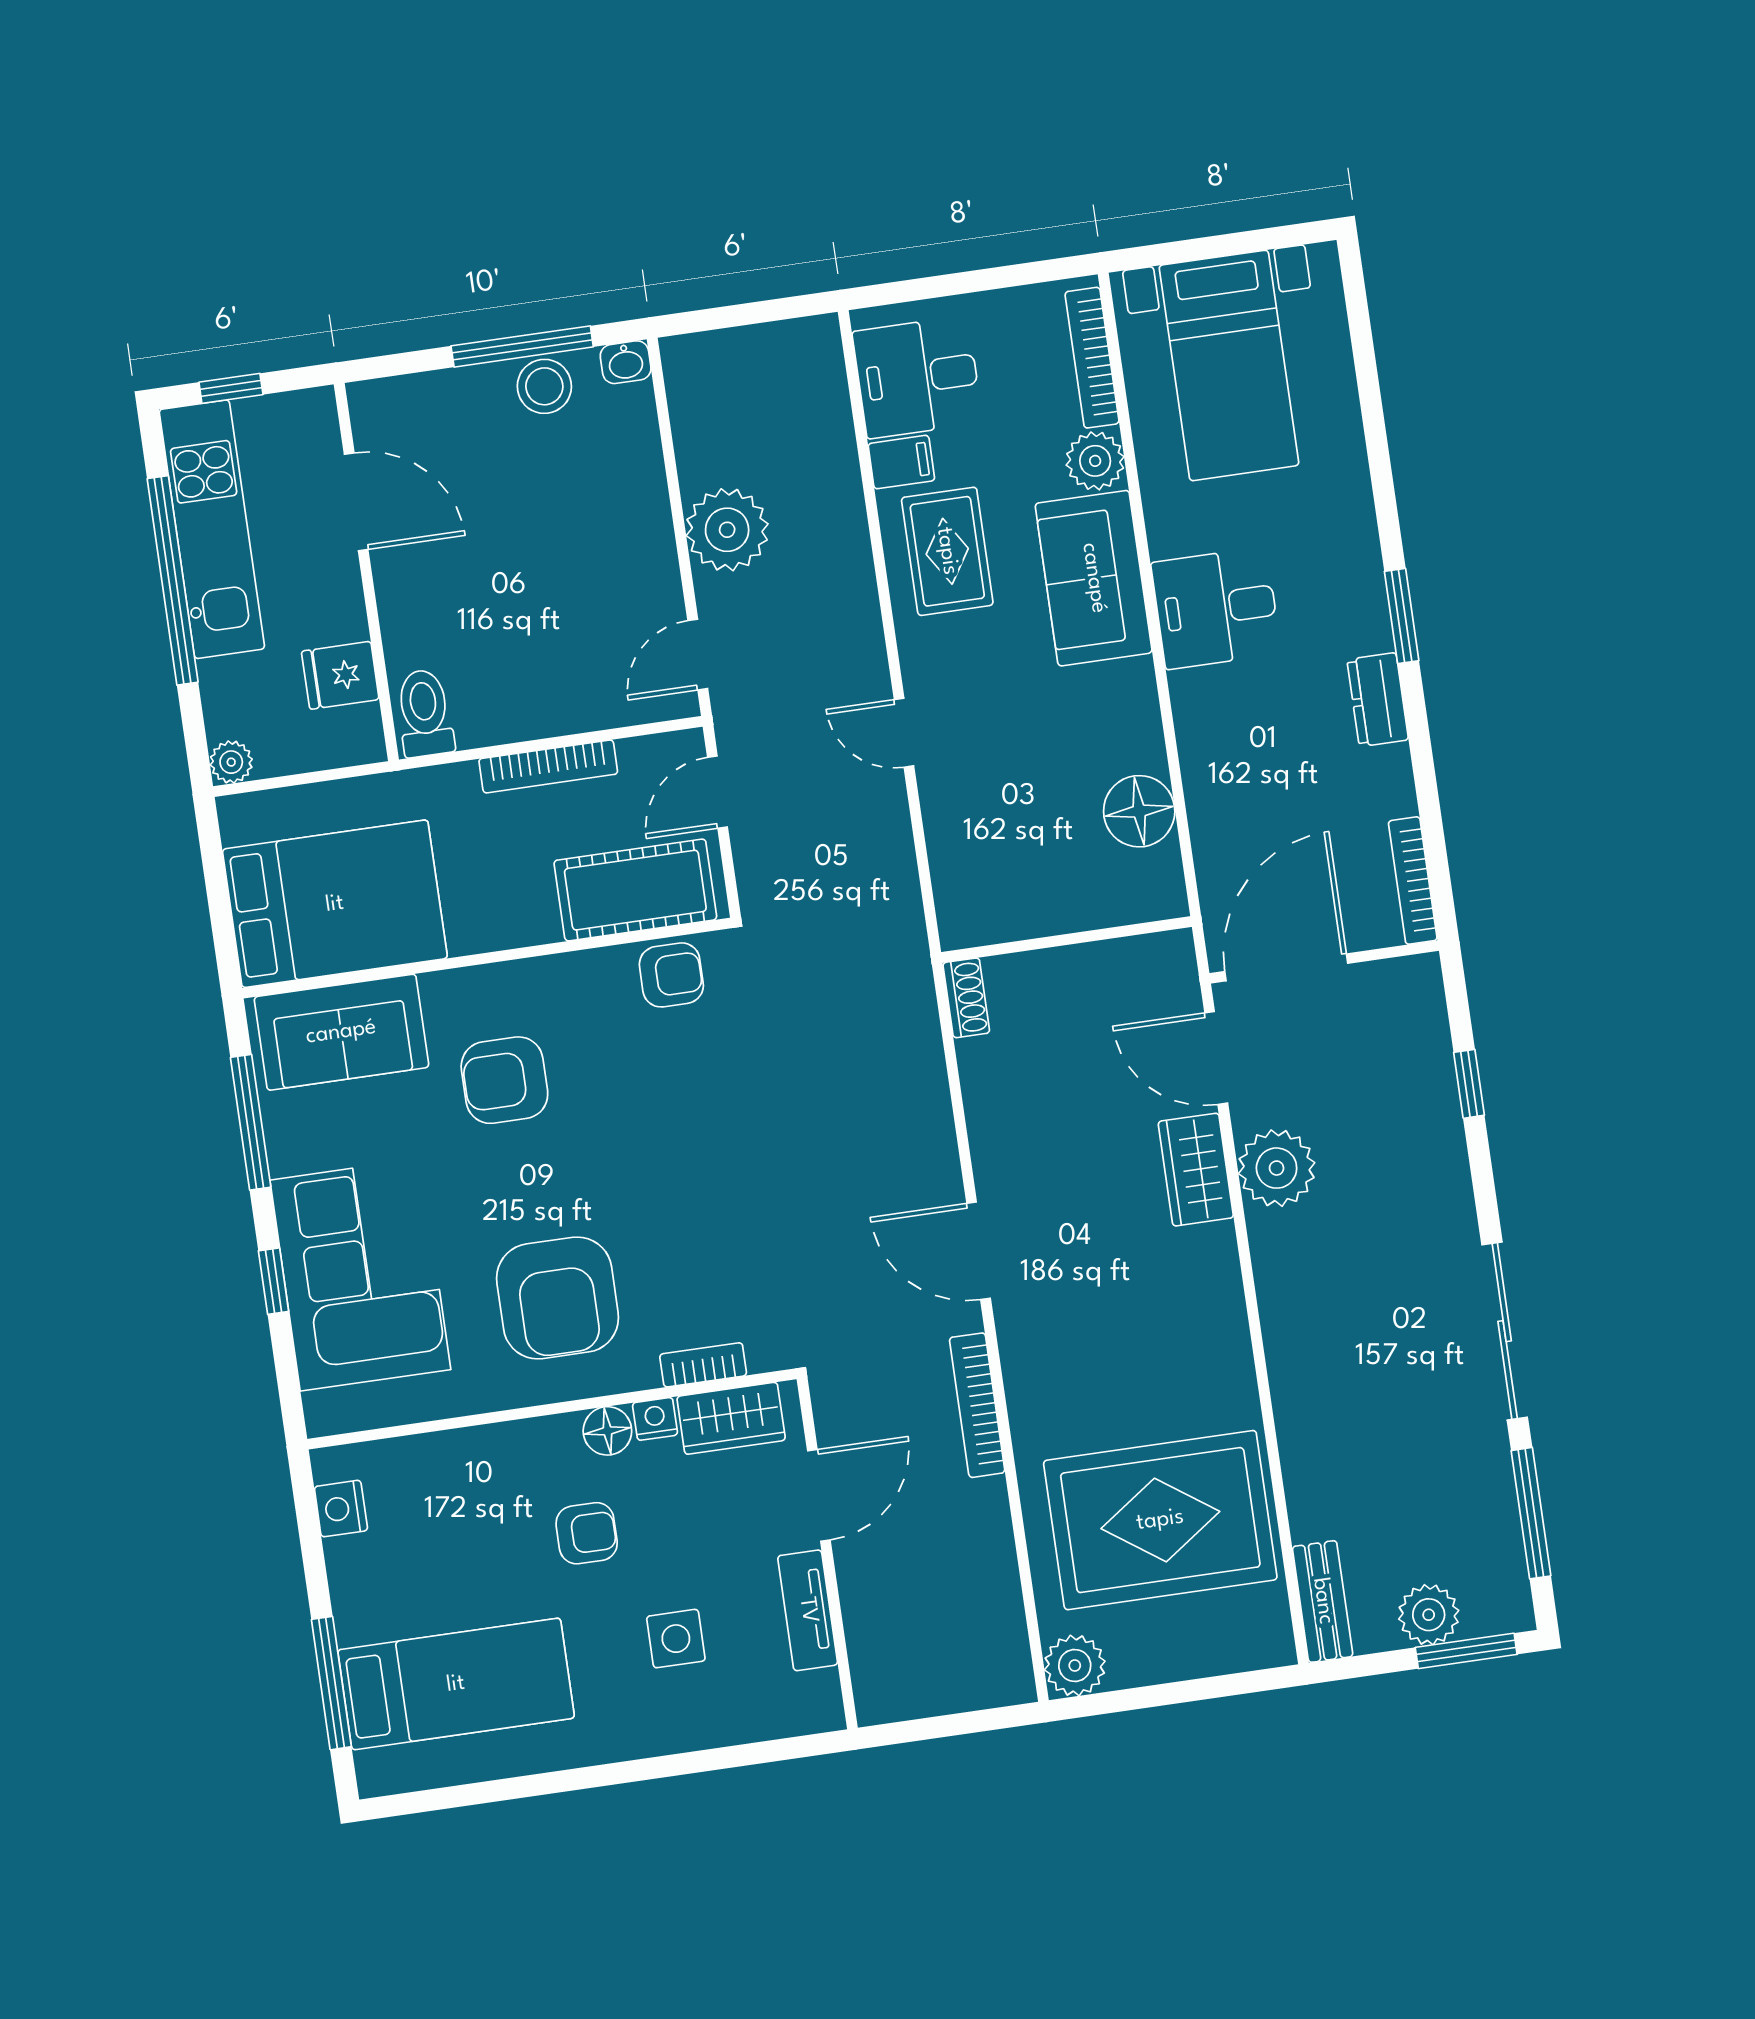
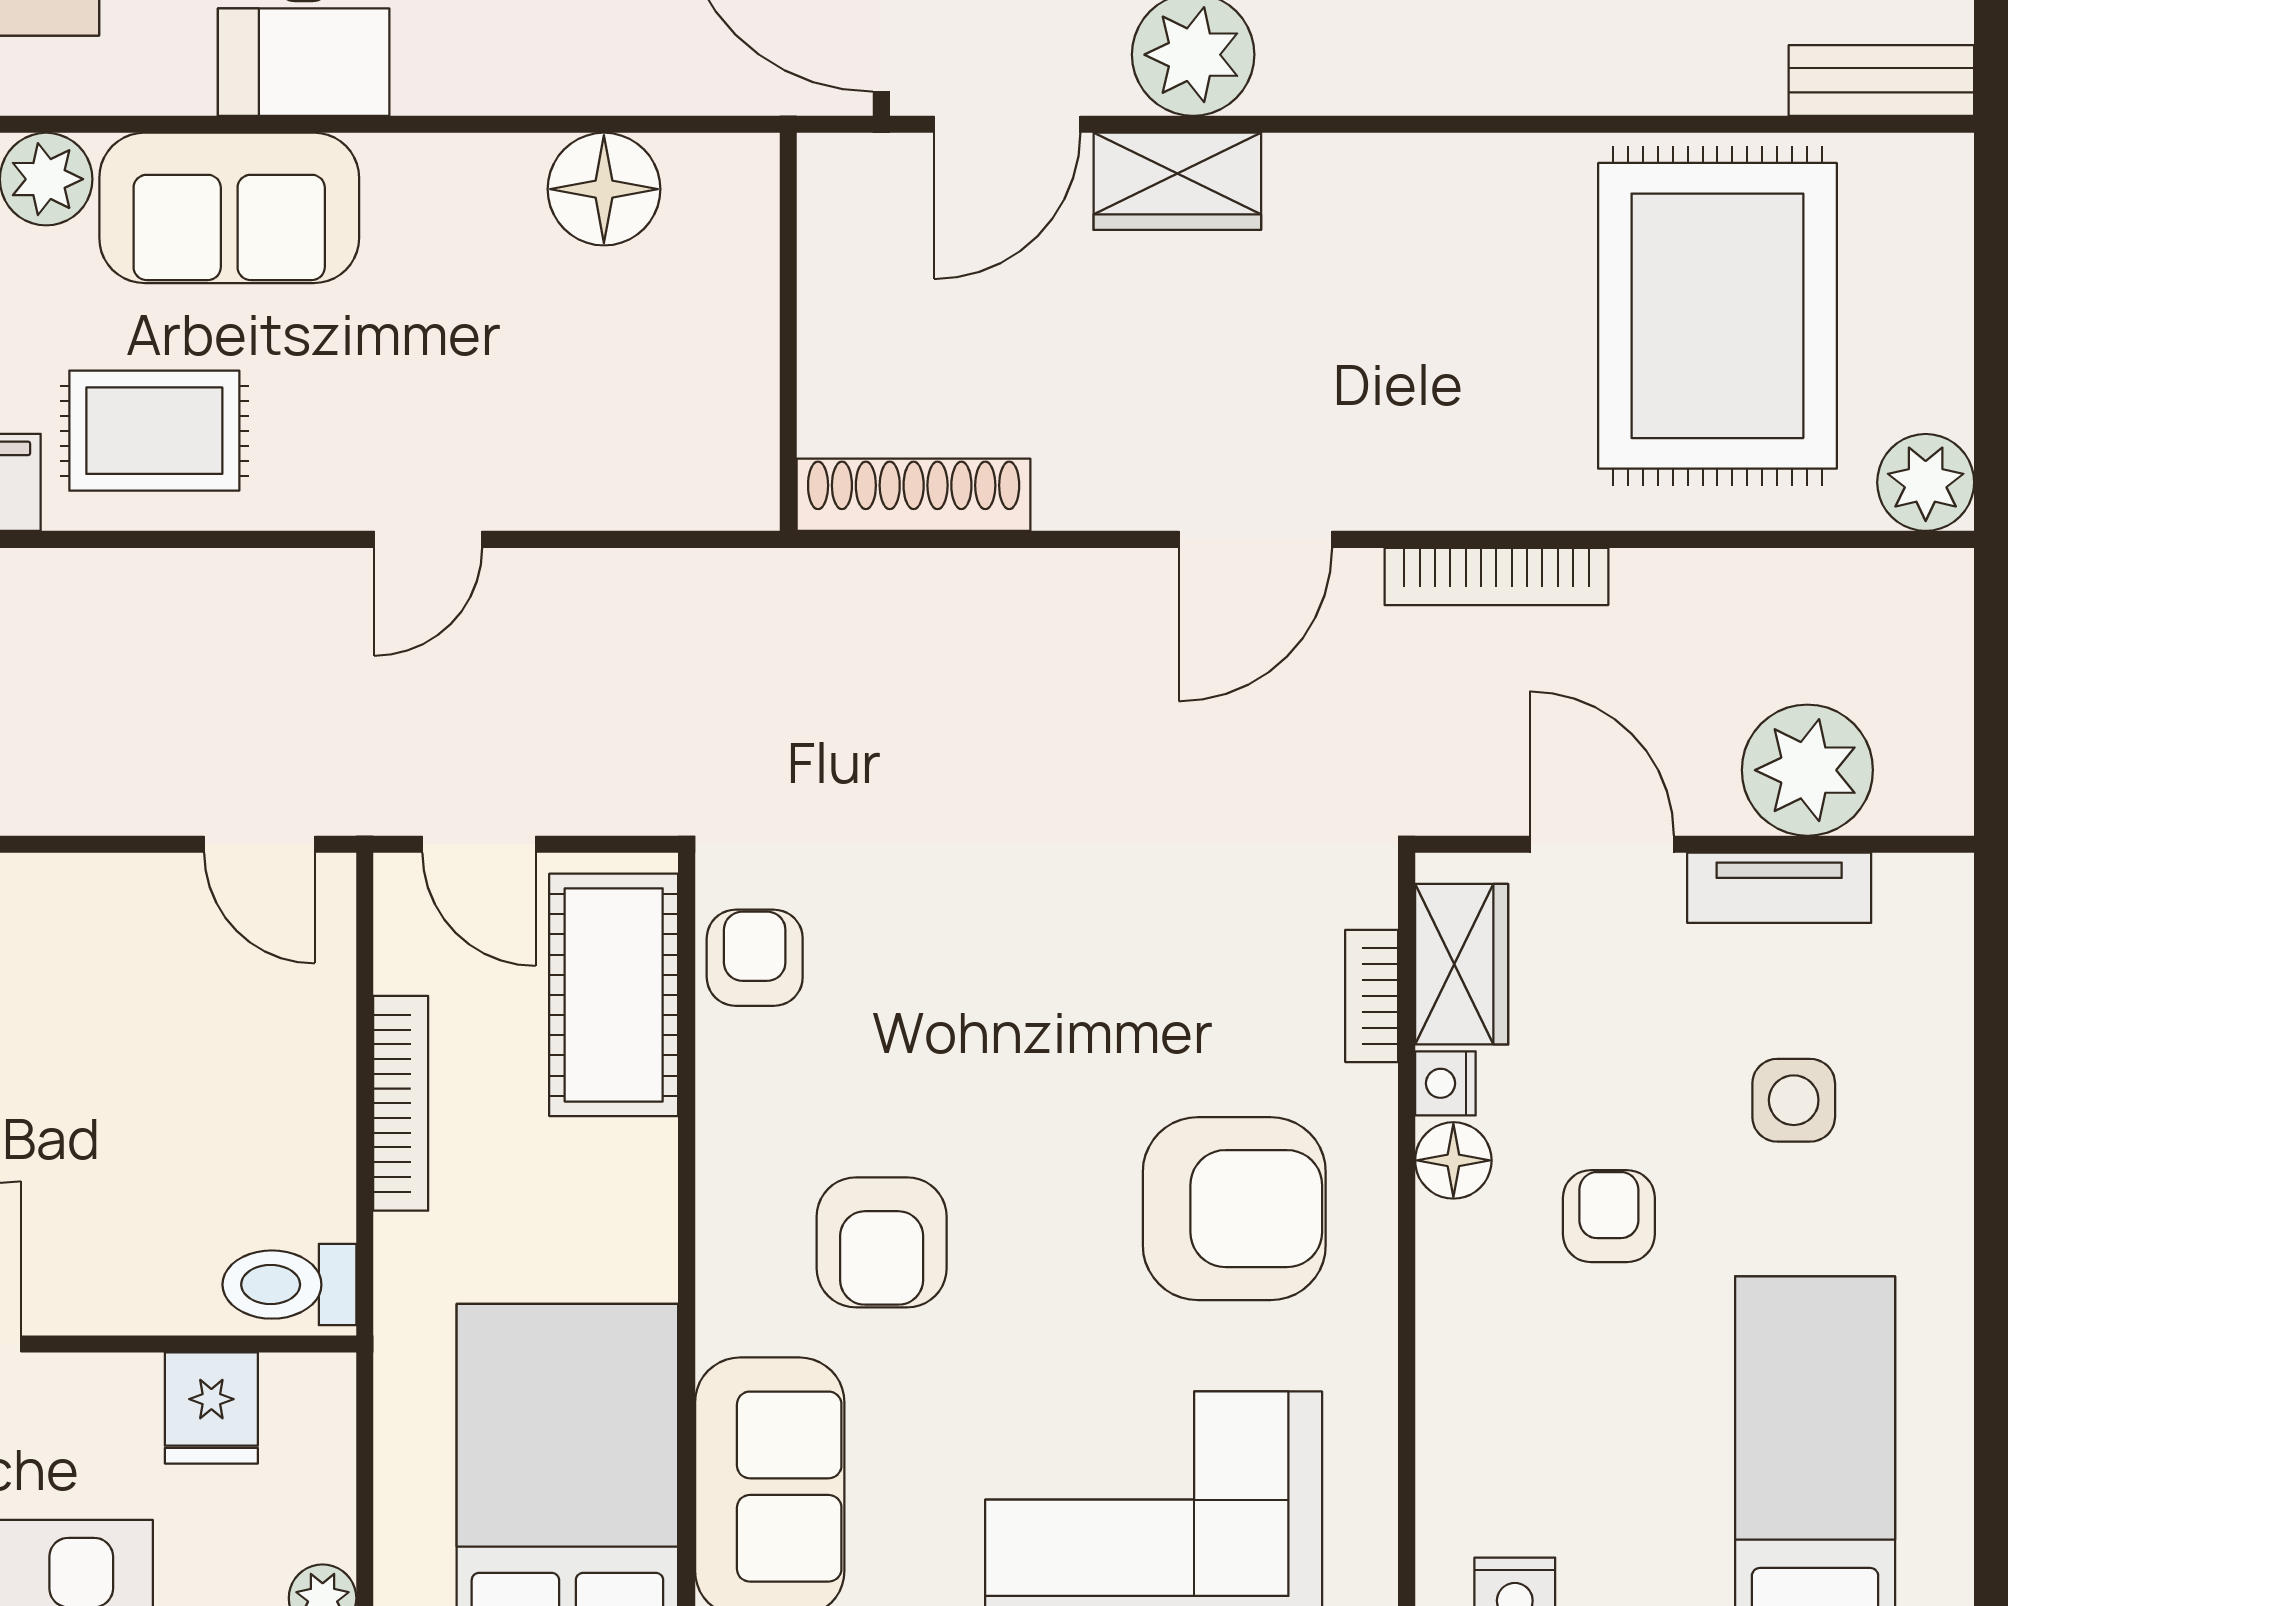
plant: (727, 530) -> (1807, 770), moved
shoe rack: (966, 998) -> (914, 495), width x1.94, depth x1.24

